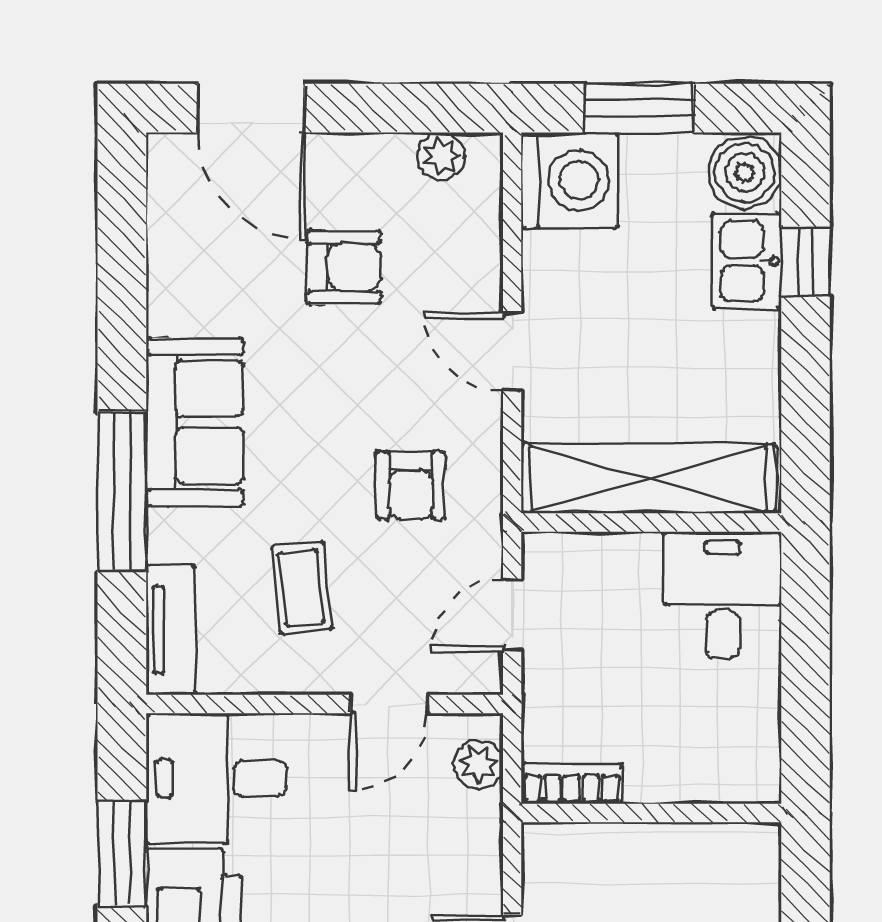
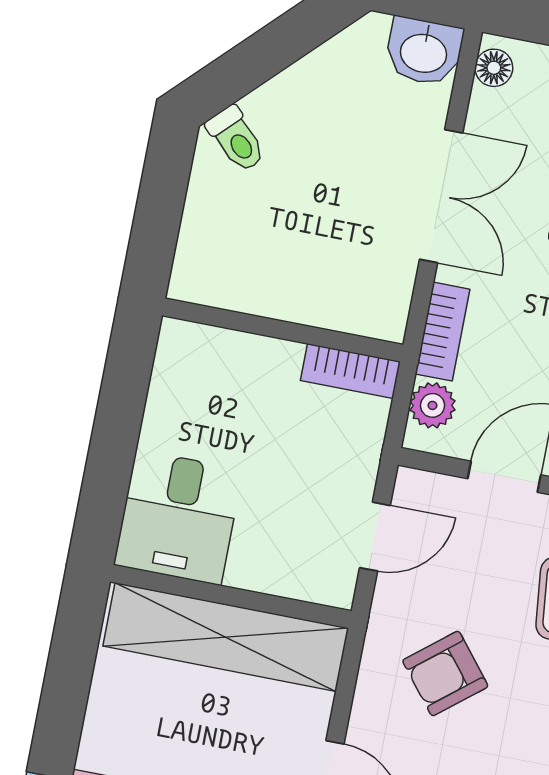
armchair: (410, 485) -> (445, 673), turned -129
bookcase: (483, 844) -> (443, 332), added

